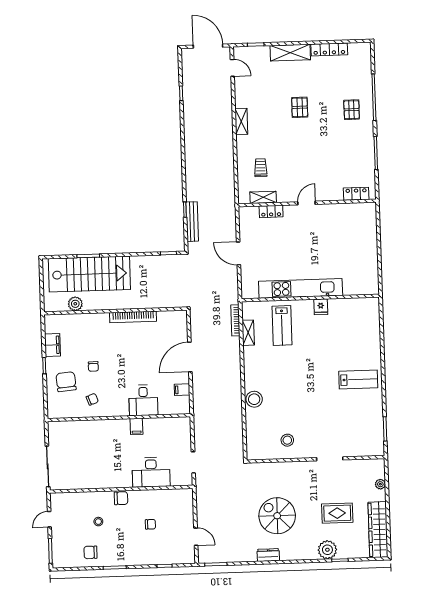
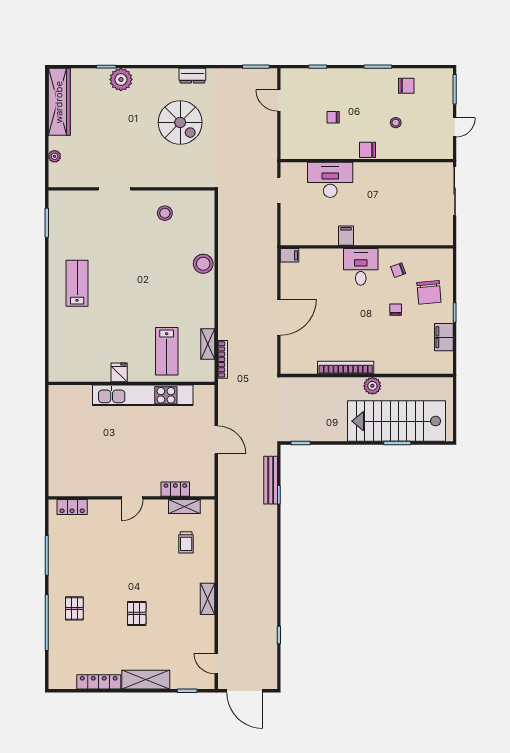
plant: (75, 304) -> (372, 386), moved
lab bench: (282, 326) -> (167, 351), turned 180
lab bench: (358, 380) -> (77, 283), turned 90
filing cabinet: (182, 390) -> (290, 255), moved
desk: (143, 400) -> (361, 267), moved
rug: (337, 513) -> (108, 123), removed

